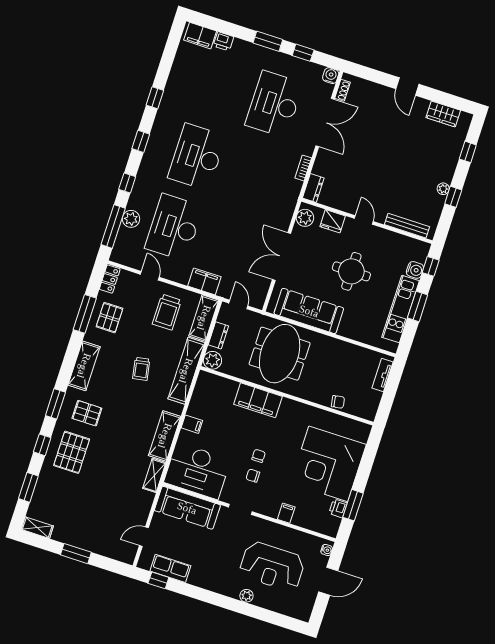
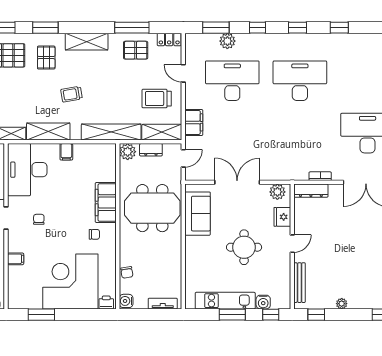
dresser: (313, 188) -> (311, 191), width x1.44
window: (453, 197) -> (316, 315), moved
window: (113, 226) -> (216, 28), width x0.69
door: (150, 276) -> (183, 73), swing flipped
sofa: (309, 311) -> (198, 214), width x0.73
trolley: (141, 369) -> (71, 94), moved
water cooler: (367, 412) -> (126, 301), added
chair: (259, 456) -> (94, 234), moved
printer: (338, 508) -> (106, 302), moved

